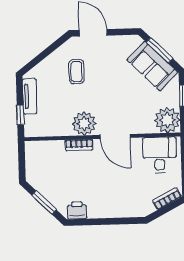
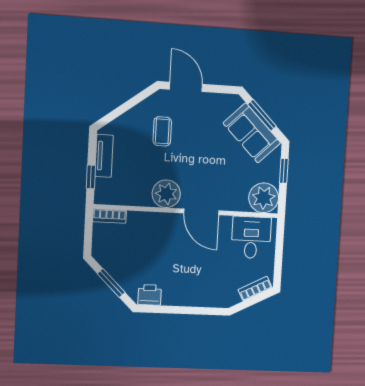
bookcase: (79, 145) -> (110, 216), moved

